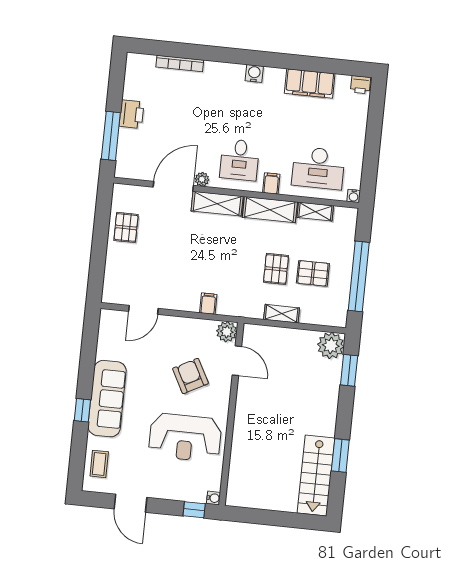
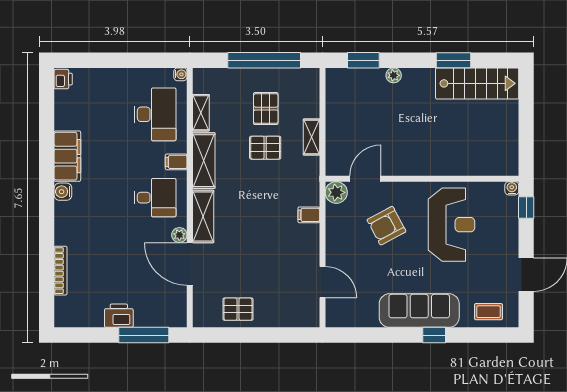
filing cabinet: (310, 83) -> (67, 156), moved
plant: (331, 346) -> (394, 75), moved, width x0.53, depth x0.53

